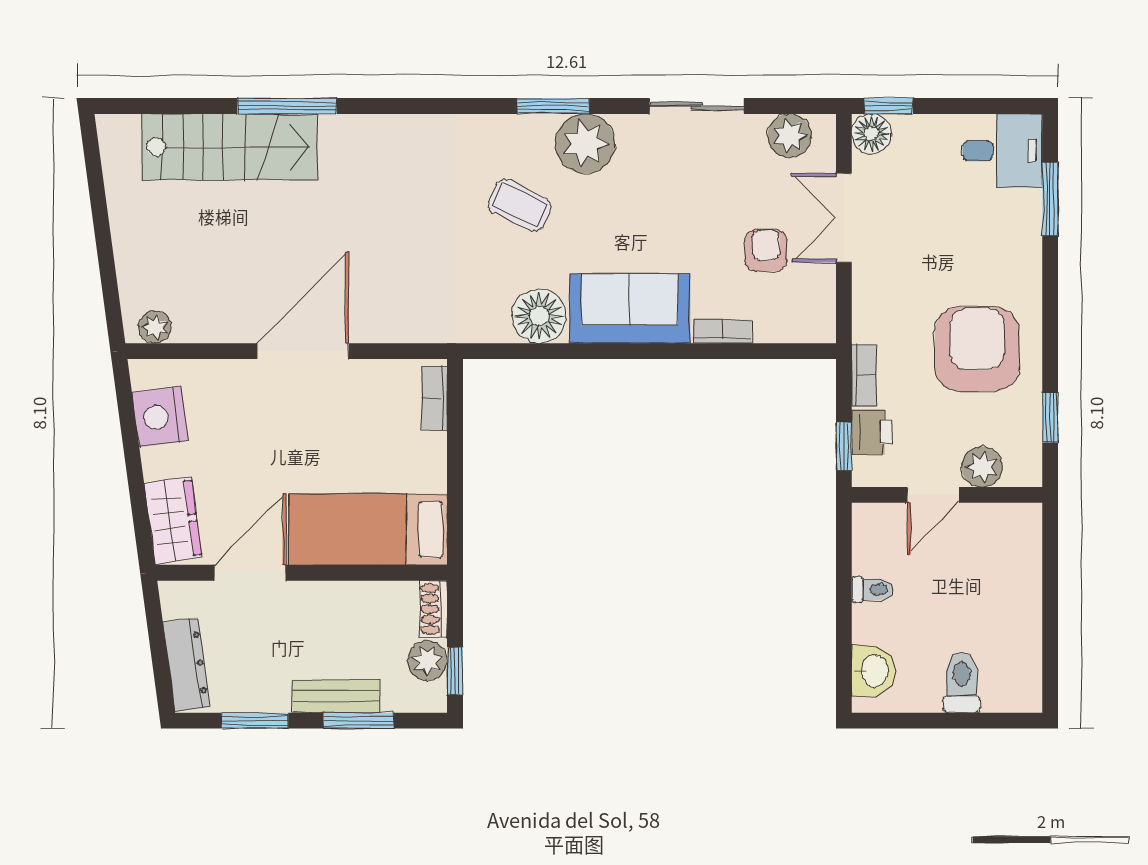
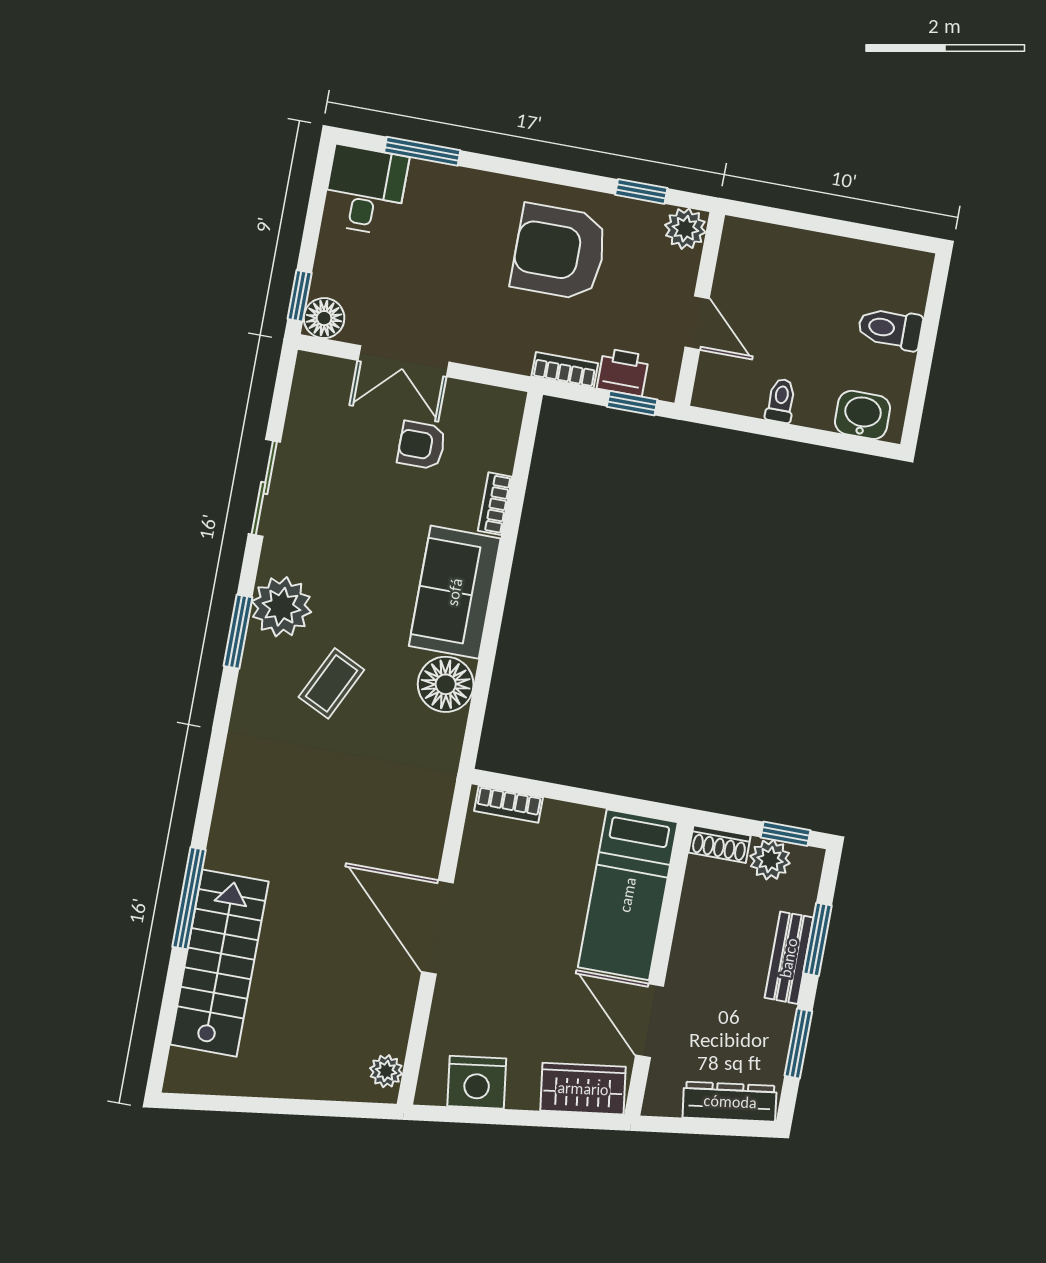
plant: (789, 136) -> (311, 401), removed
plant: (982, 467) -> (685, 229), moved

